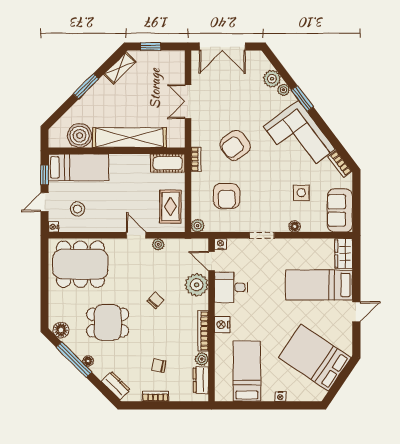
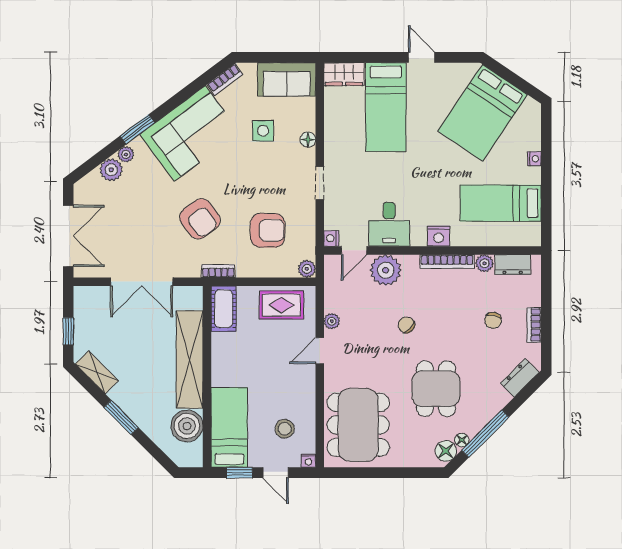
double door: (188, 102) -> (142, 282), width x1.37
floor lamp: (88, 361) -> (462, 440), moved

